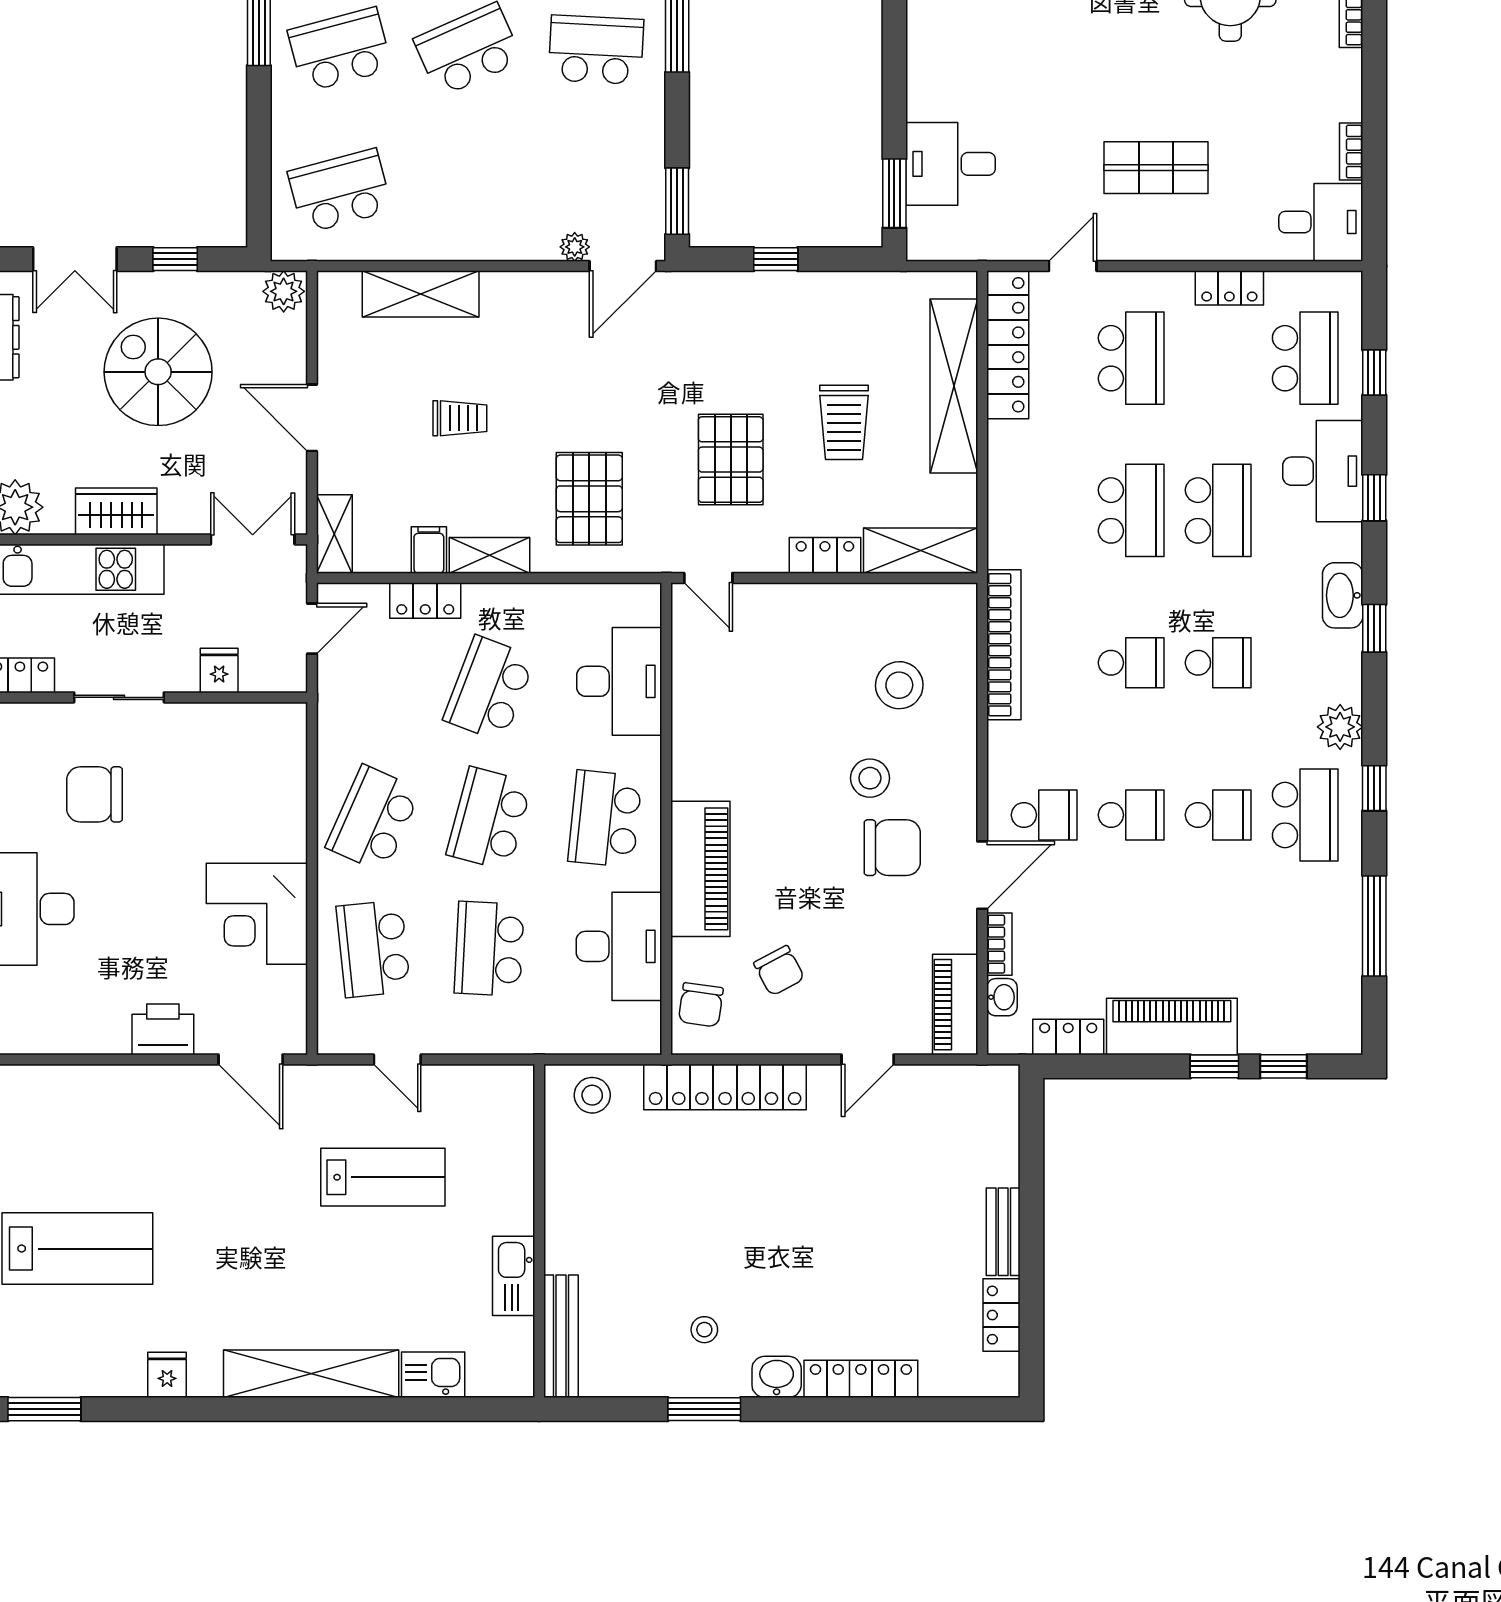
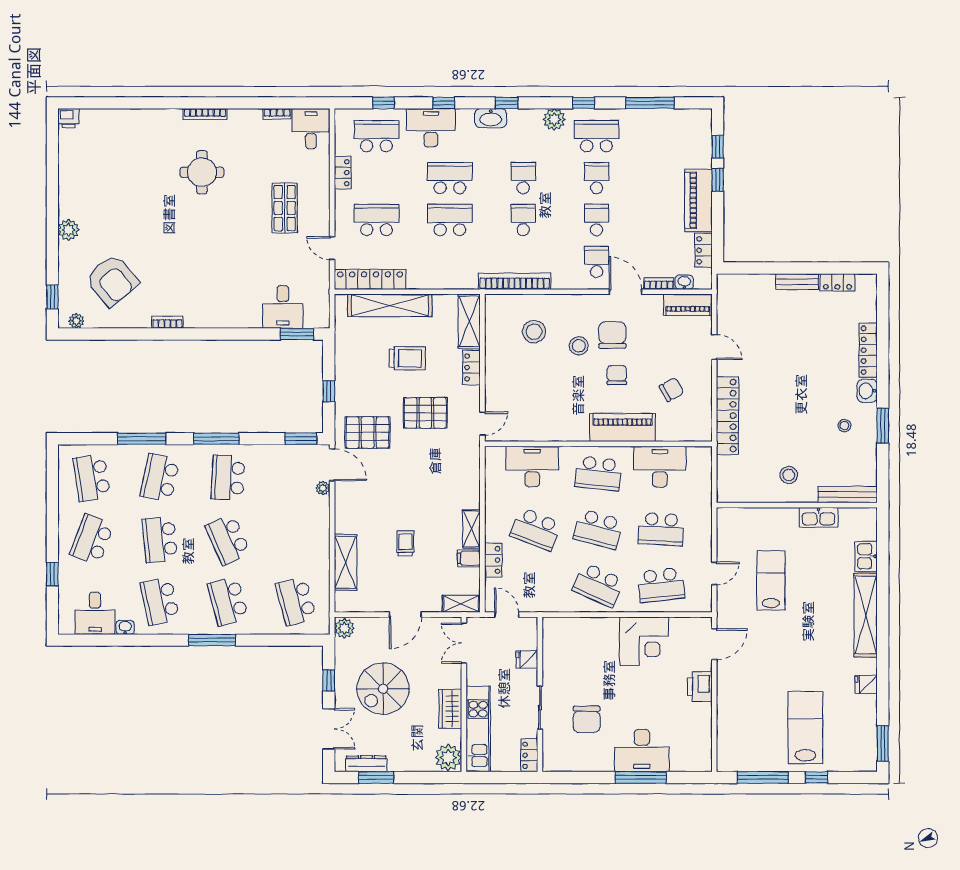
pallet: (589, 499) -> (368, 433), moved
chair: (701, 1005) -> (617, 375), moved, turned -98
stool: (592, 1095) -> (789, 475), moved

